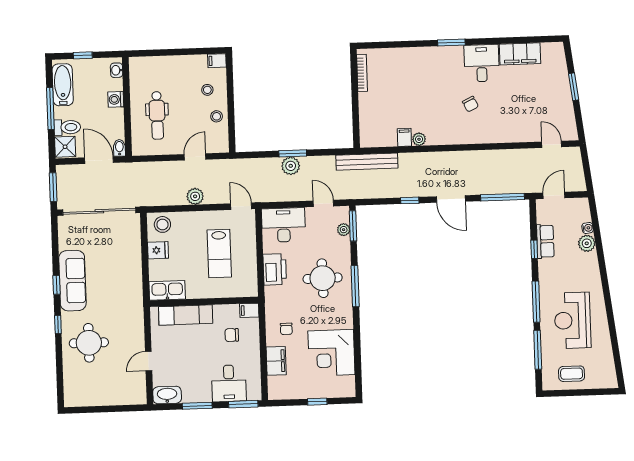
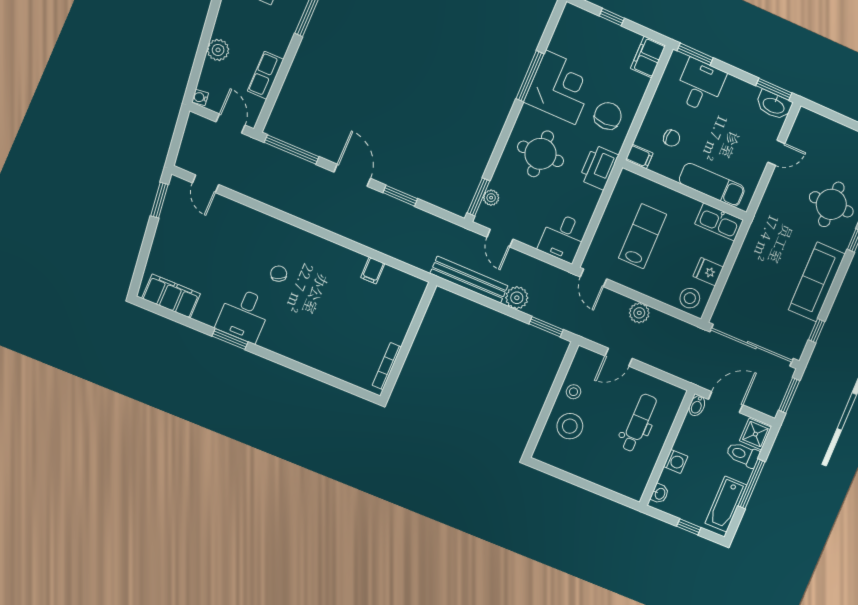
window: (451, 43) -> (230, 339), moved
filing cabinet: (520, 54) -> (171, 296), moved
filing cabinet: (217, 61) -> (544, 454), removed
window: (574, 87) -> (159, 200), moved
stool: (207, 90) -> (570, 426), width x1.89, depth x1.89
plant: (419, 139) -> (357, 261), removed
window: (293, 153) -> (546, 327), moved
door: (99, 160) -> (726, 402), swing flipped
bench: (367, 162) -> (469, 280), moved
door: (554, 195) -> (231, 124), swing flipped
window: (410, 200) -> (400, 196), width x1.50
desk: (284, 225) -> (563, 238), width x0.73
water cooler: (588, 228) -> (200, 97), moved
window: (534, 249) -> (283, 72), removed
printer: (275, 269) -> (599, 167), moved
window: (57, 285) -> (817, 331), moved
window: (355, 286) -> (530, 76), moved
chair: (286, 329) -> (608, 116), width x1.87, depth x1.87
corner desk: (331, 353) -> (560, 87), moved
filing cabinet: (276, 361) -> (648, 57), moved
window: (197, 406) -> (774, 89), moved

